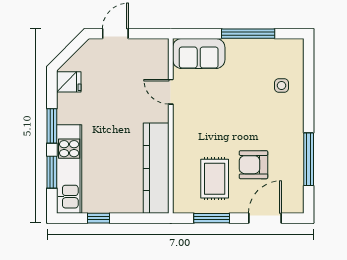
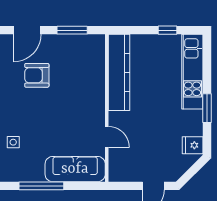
sofa: (199, 54) -> (75, 169), width x1.36
armchair: (254, 165) -> (37, 75), turned 180
window: (52, 172) -> (207, 69), removed
rug: (215, 179) -> (70, 64), removed

